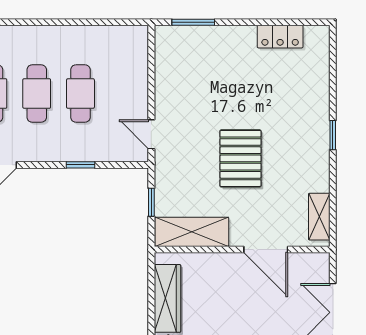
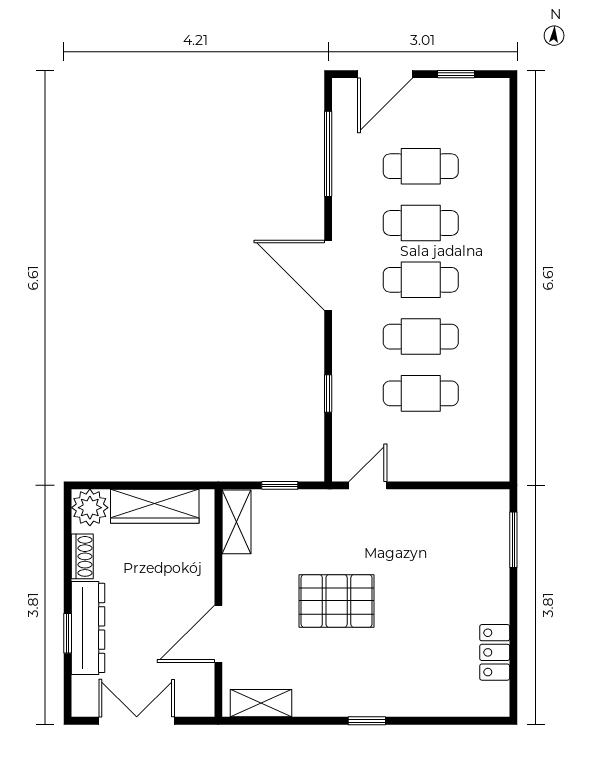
shelving: (192, 232) -> (236, 522), width x0.67, depth x0.75

